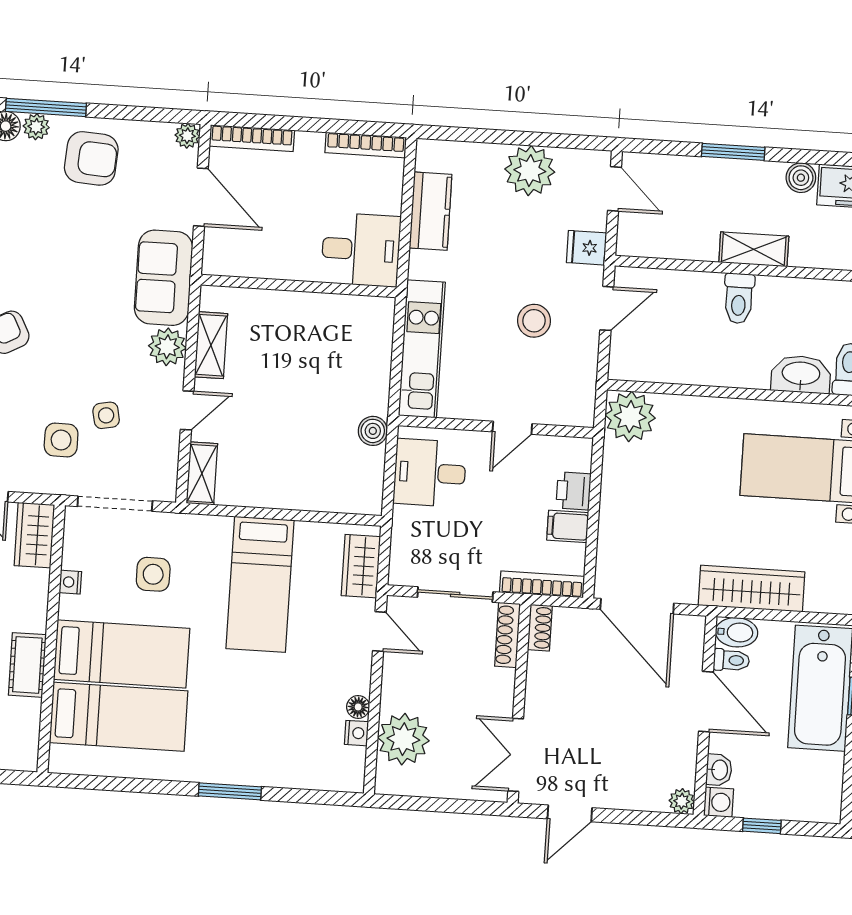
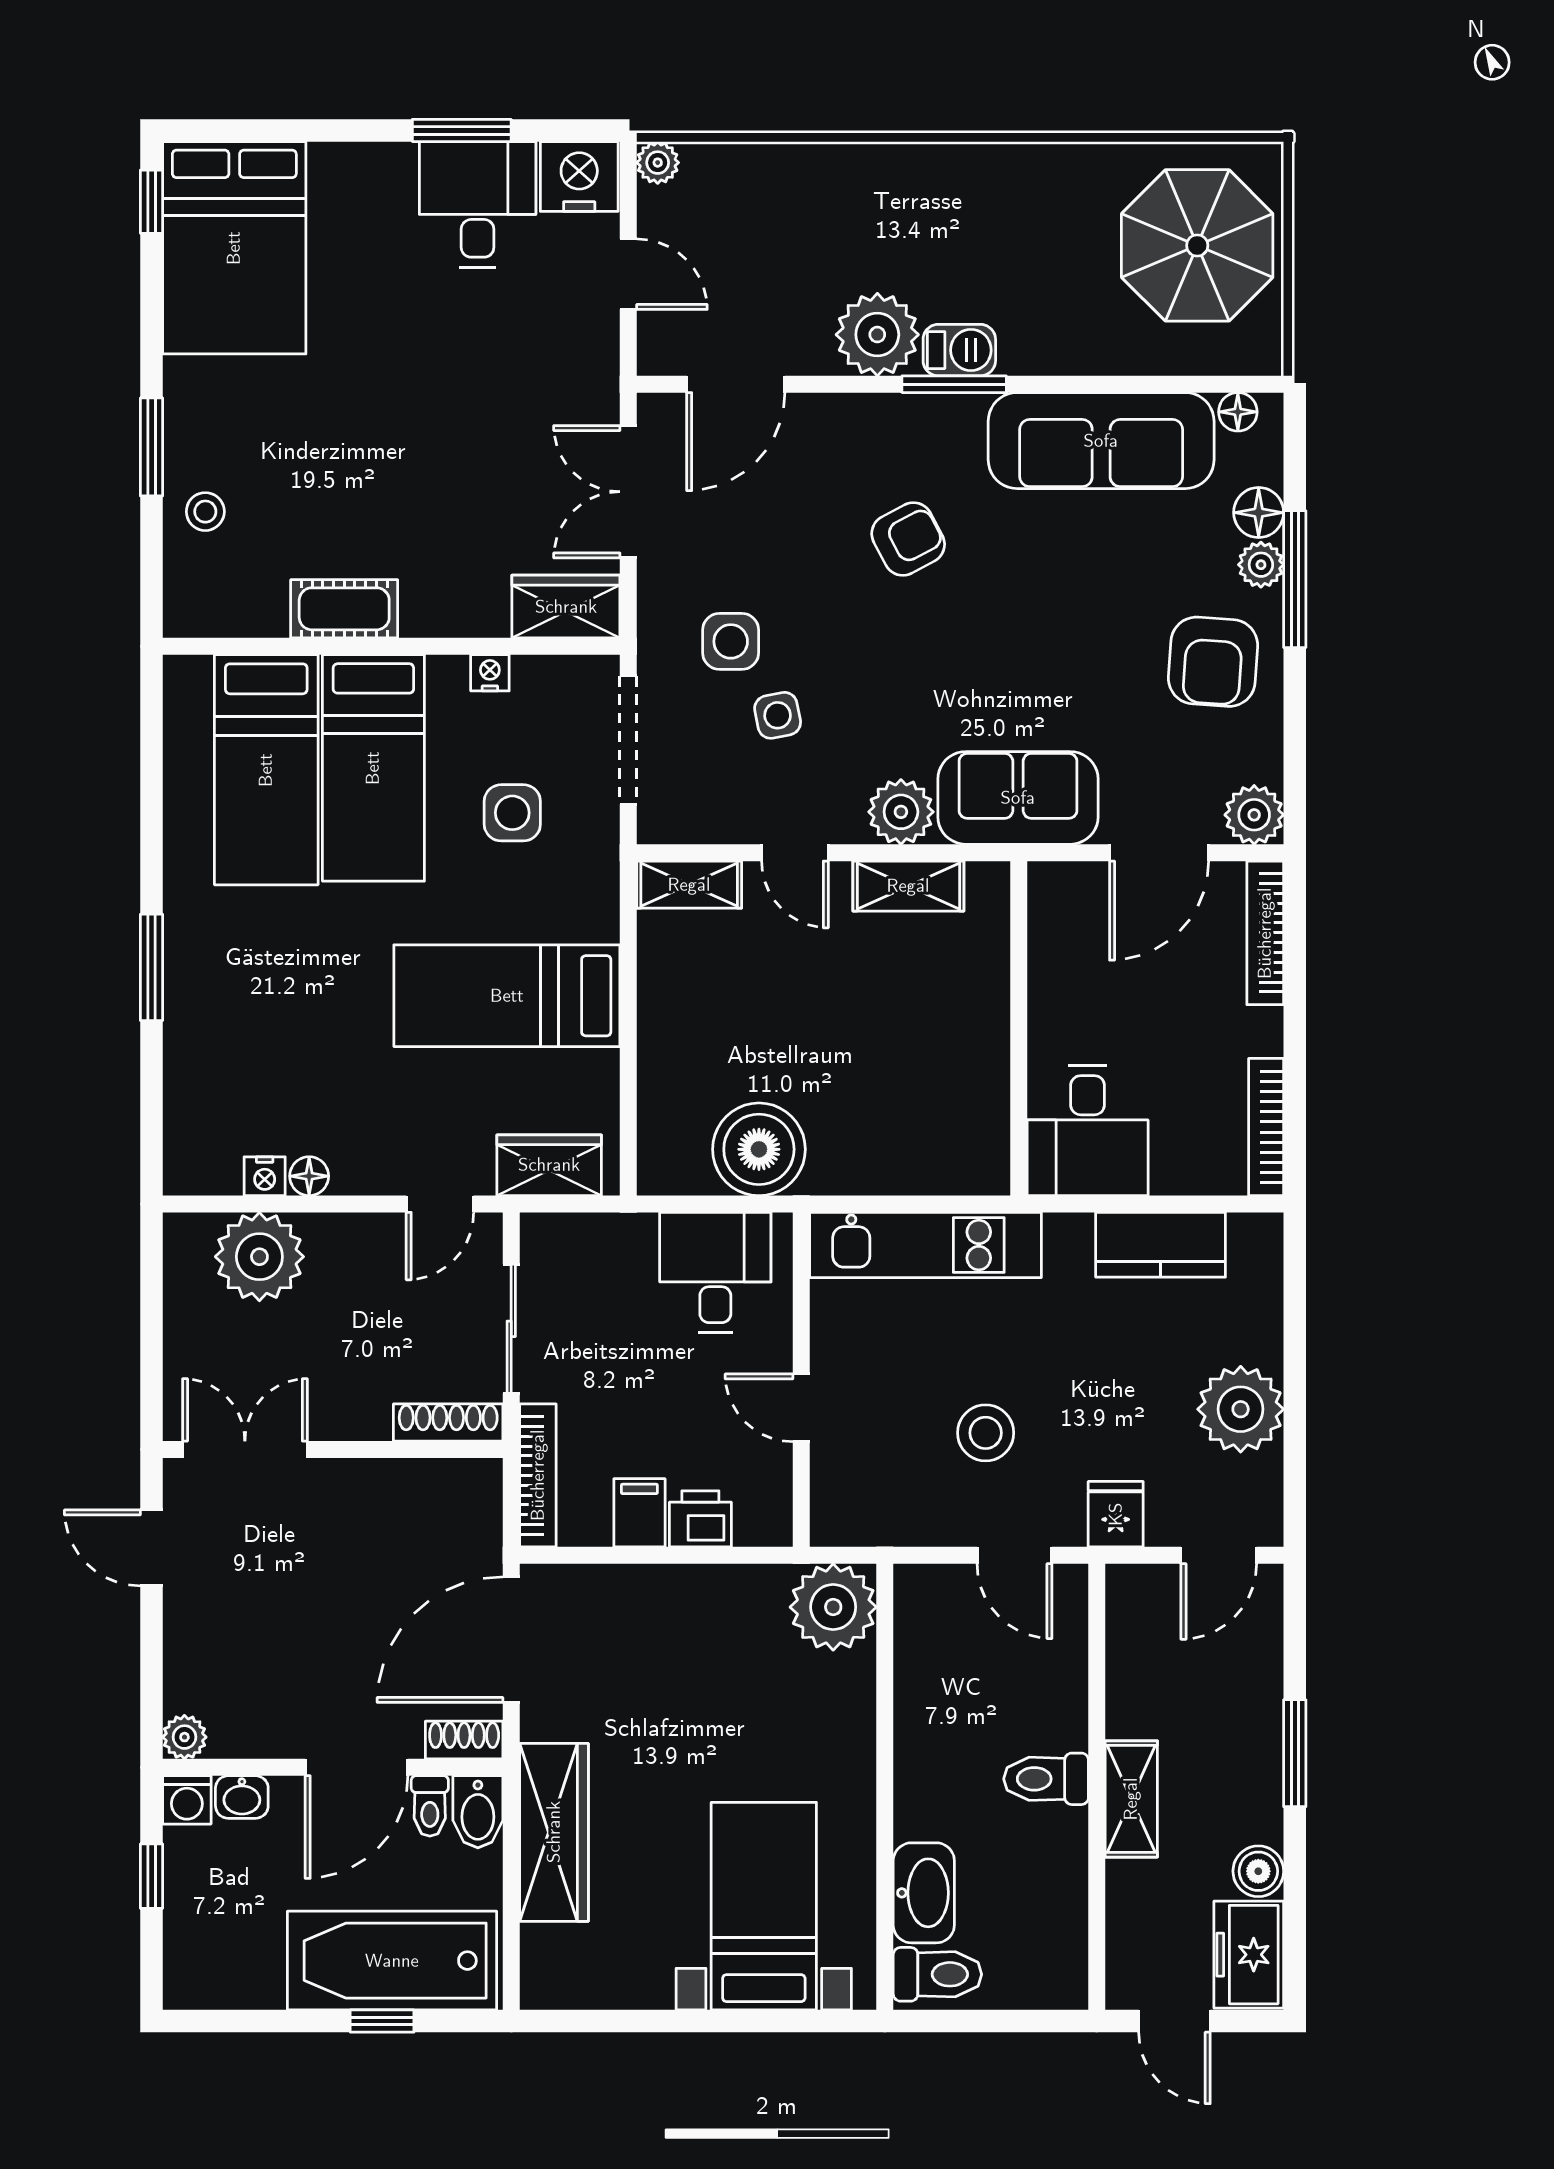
plant: (187, 136) -> (1254, 815), width x1.38, depth x1.38
boiler: (373, 431) -> (759, 1149), width x1.86, depth x1.86
shoe rack: (540, 628) -> (464, 1740), moved, turned 180

